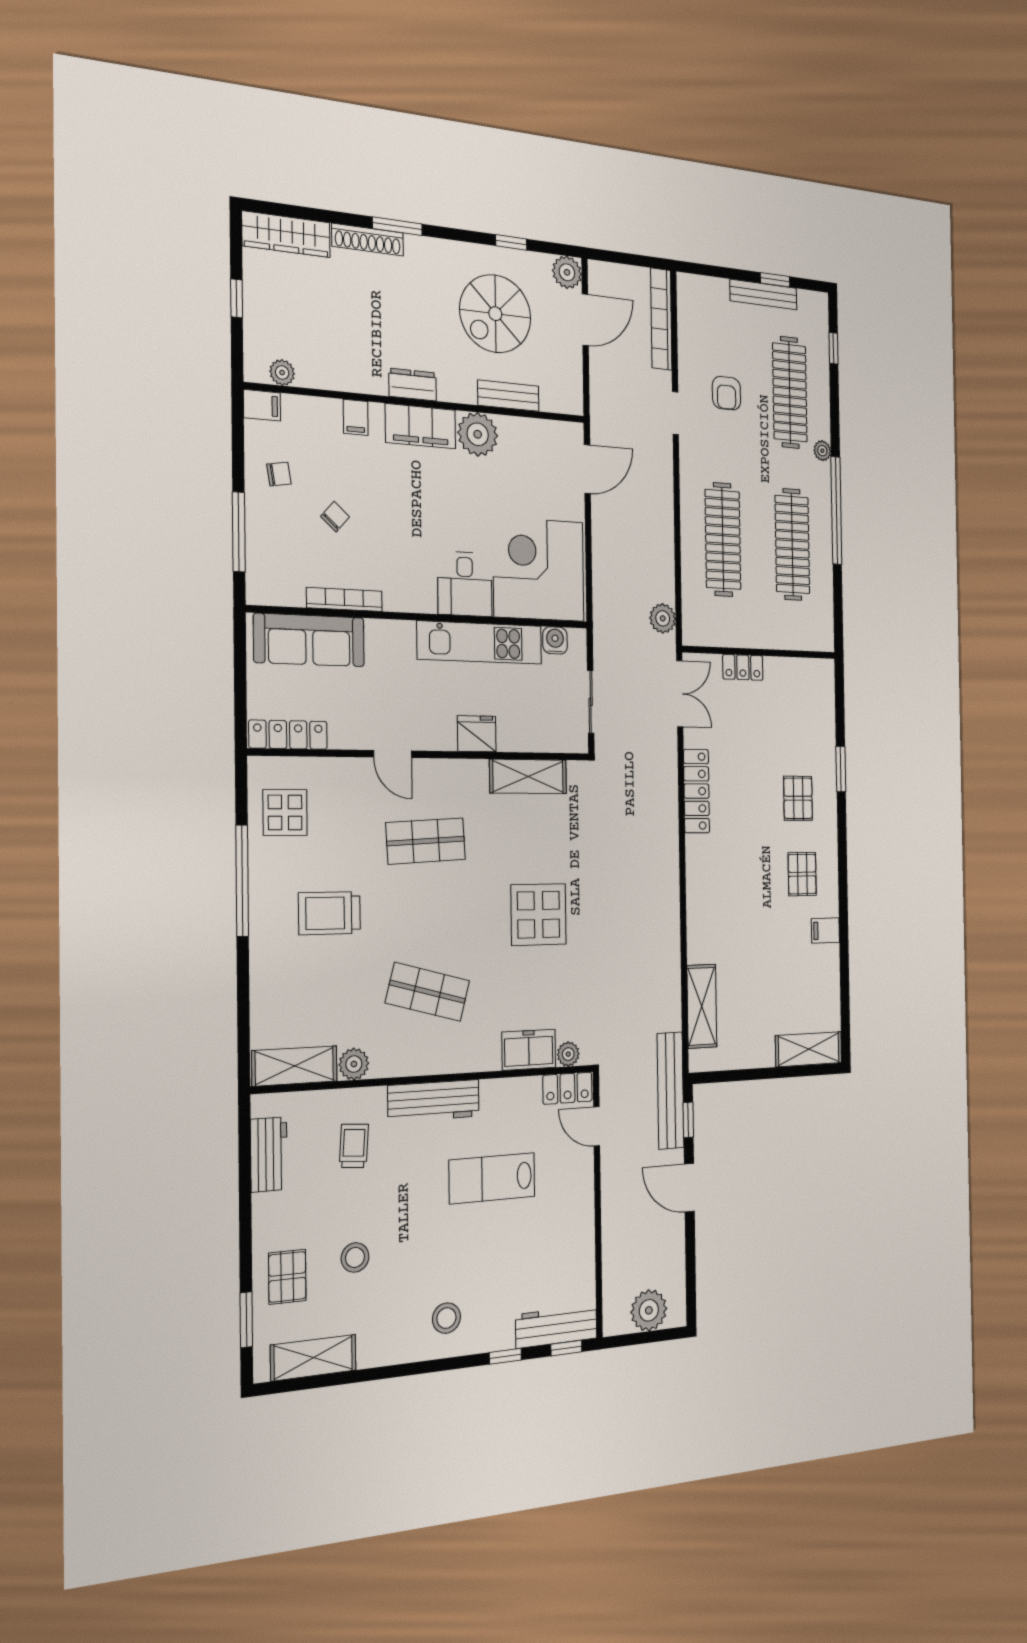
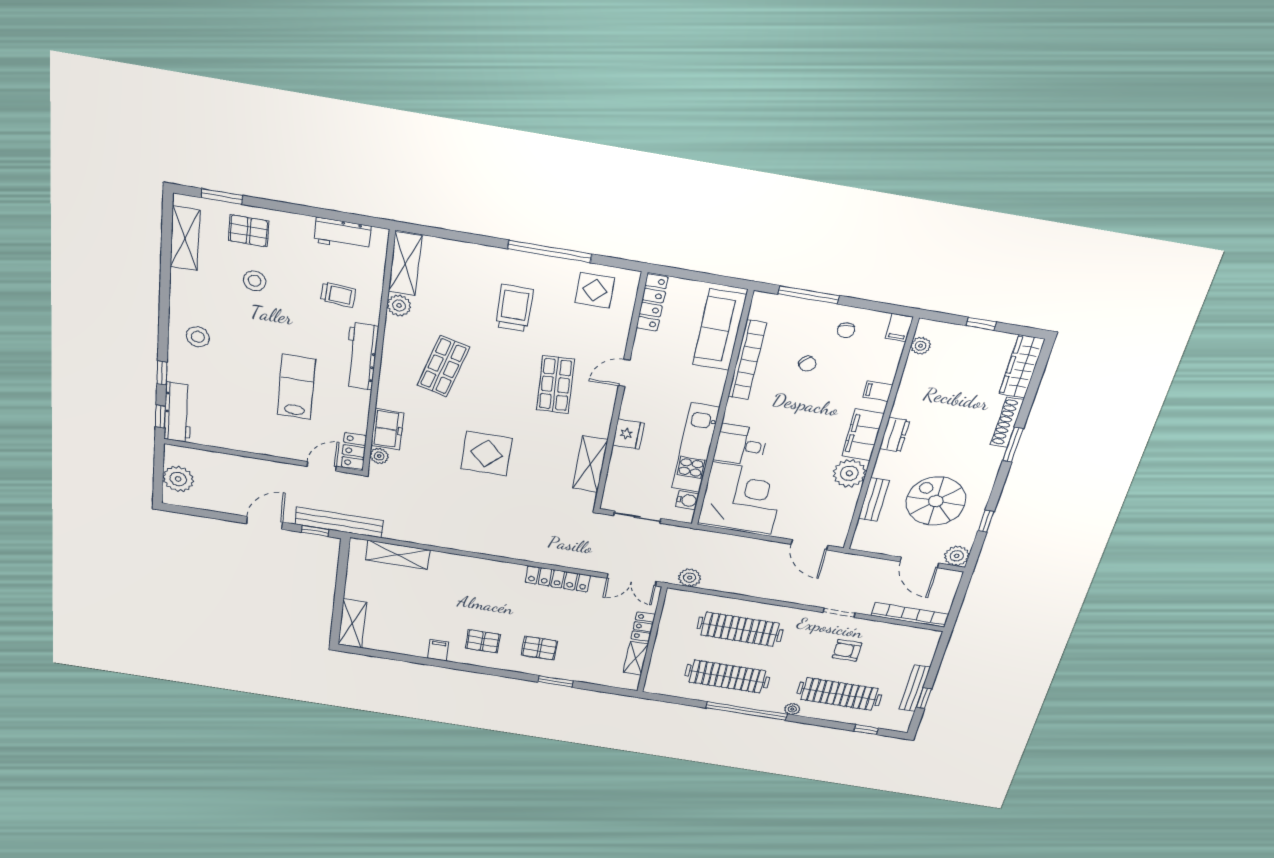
bookcase: (344, 599) -> (747, 360), width x1.48, depth x1.31
shelving: (789, 669) -> (636, 658), added

